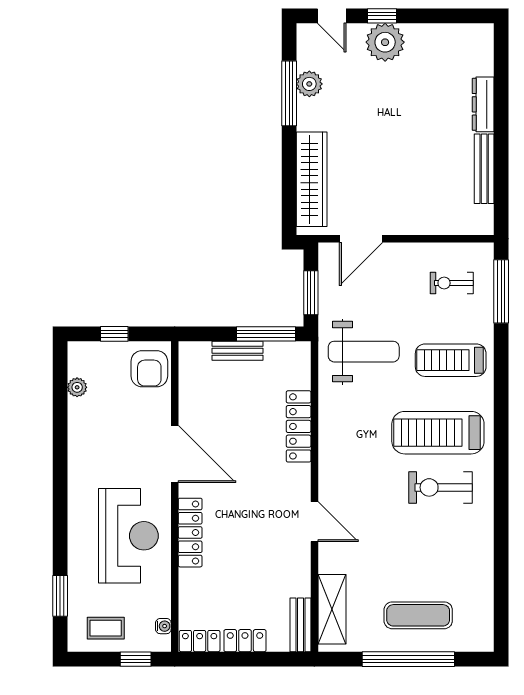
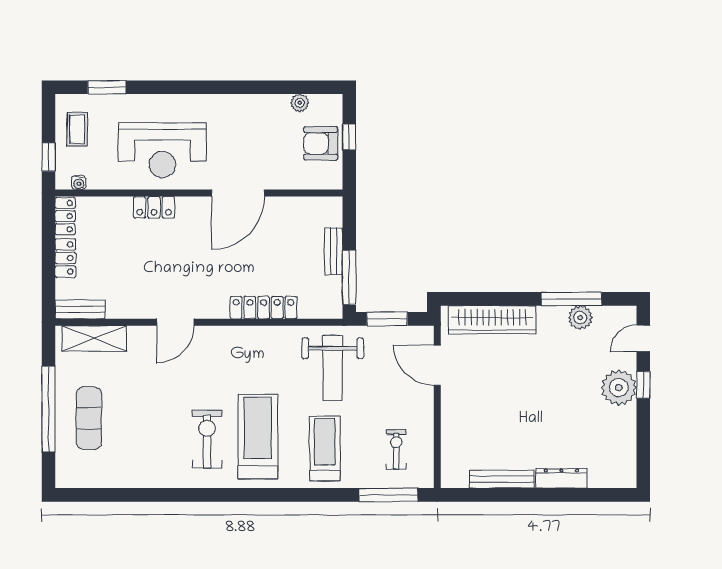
armchair: (149, 369) -> (321, 143), moved
locker: (190, 533) -> (154, 207), width x0.66

